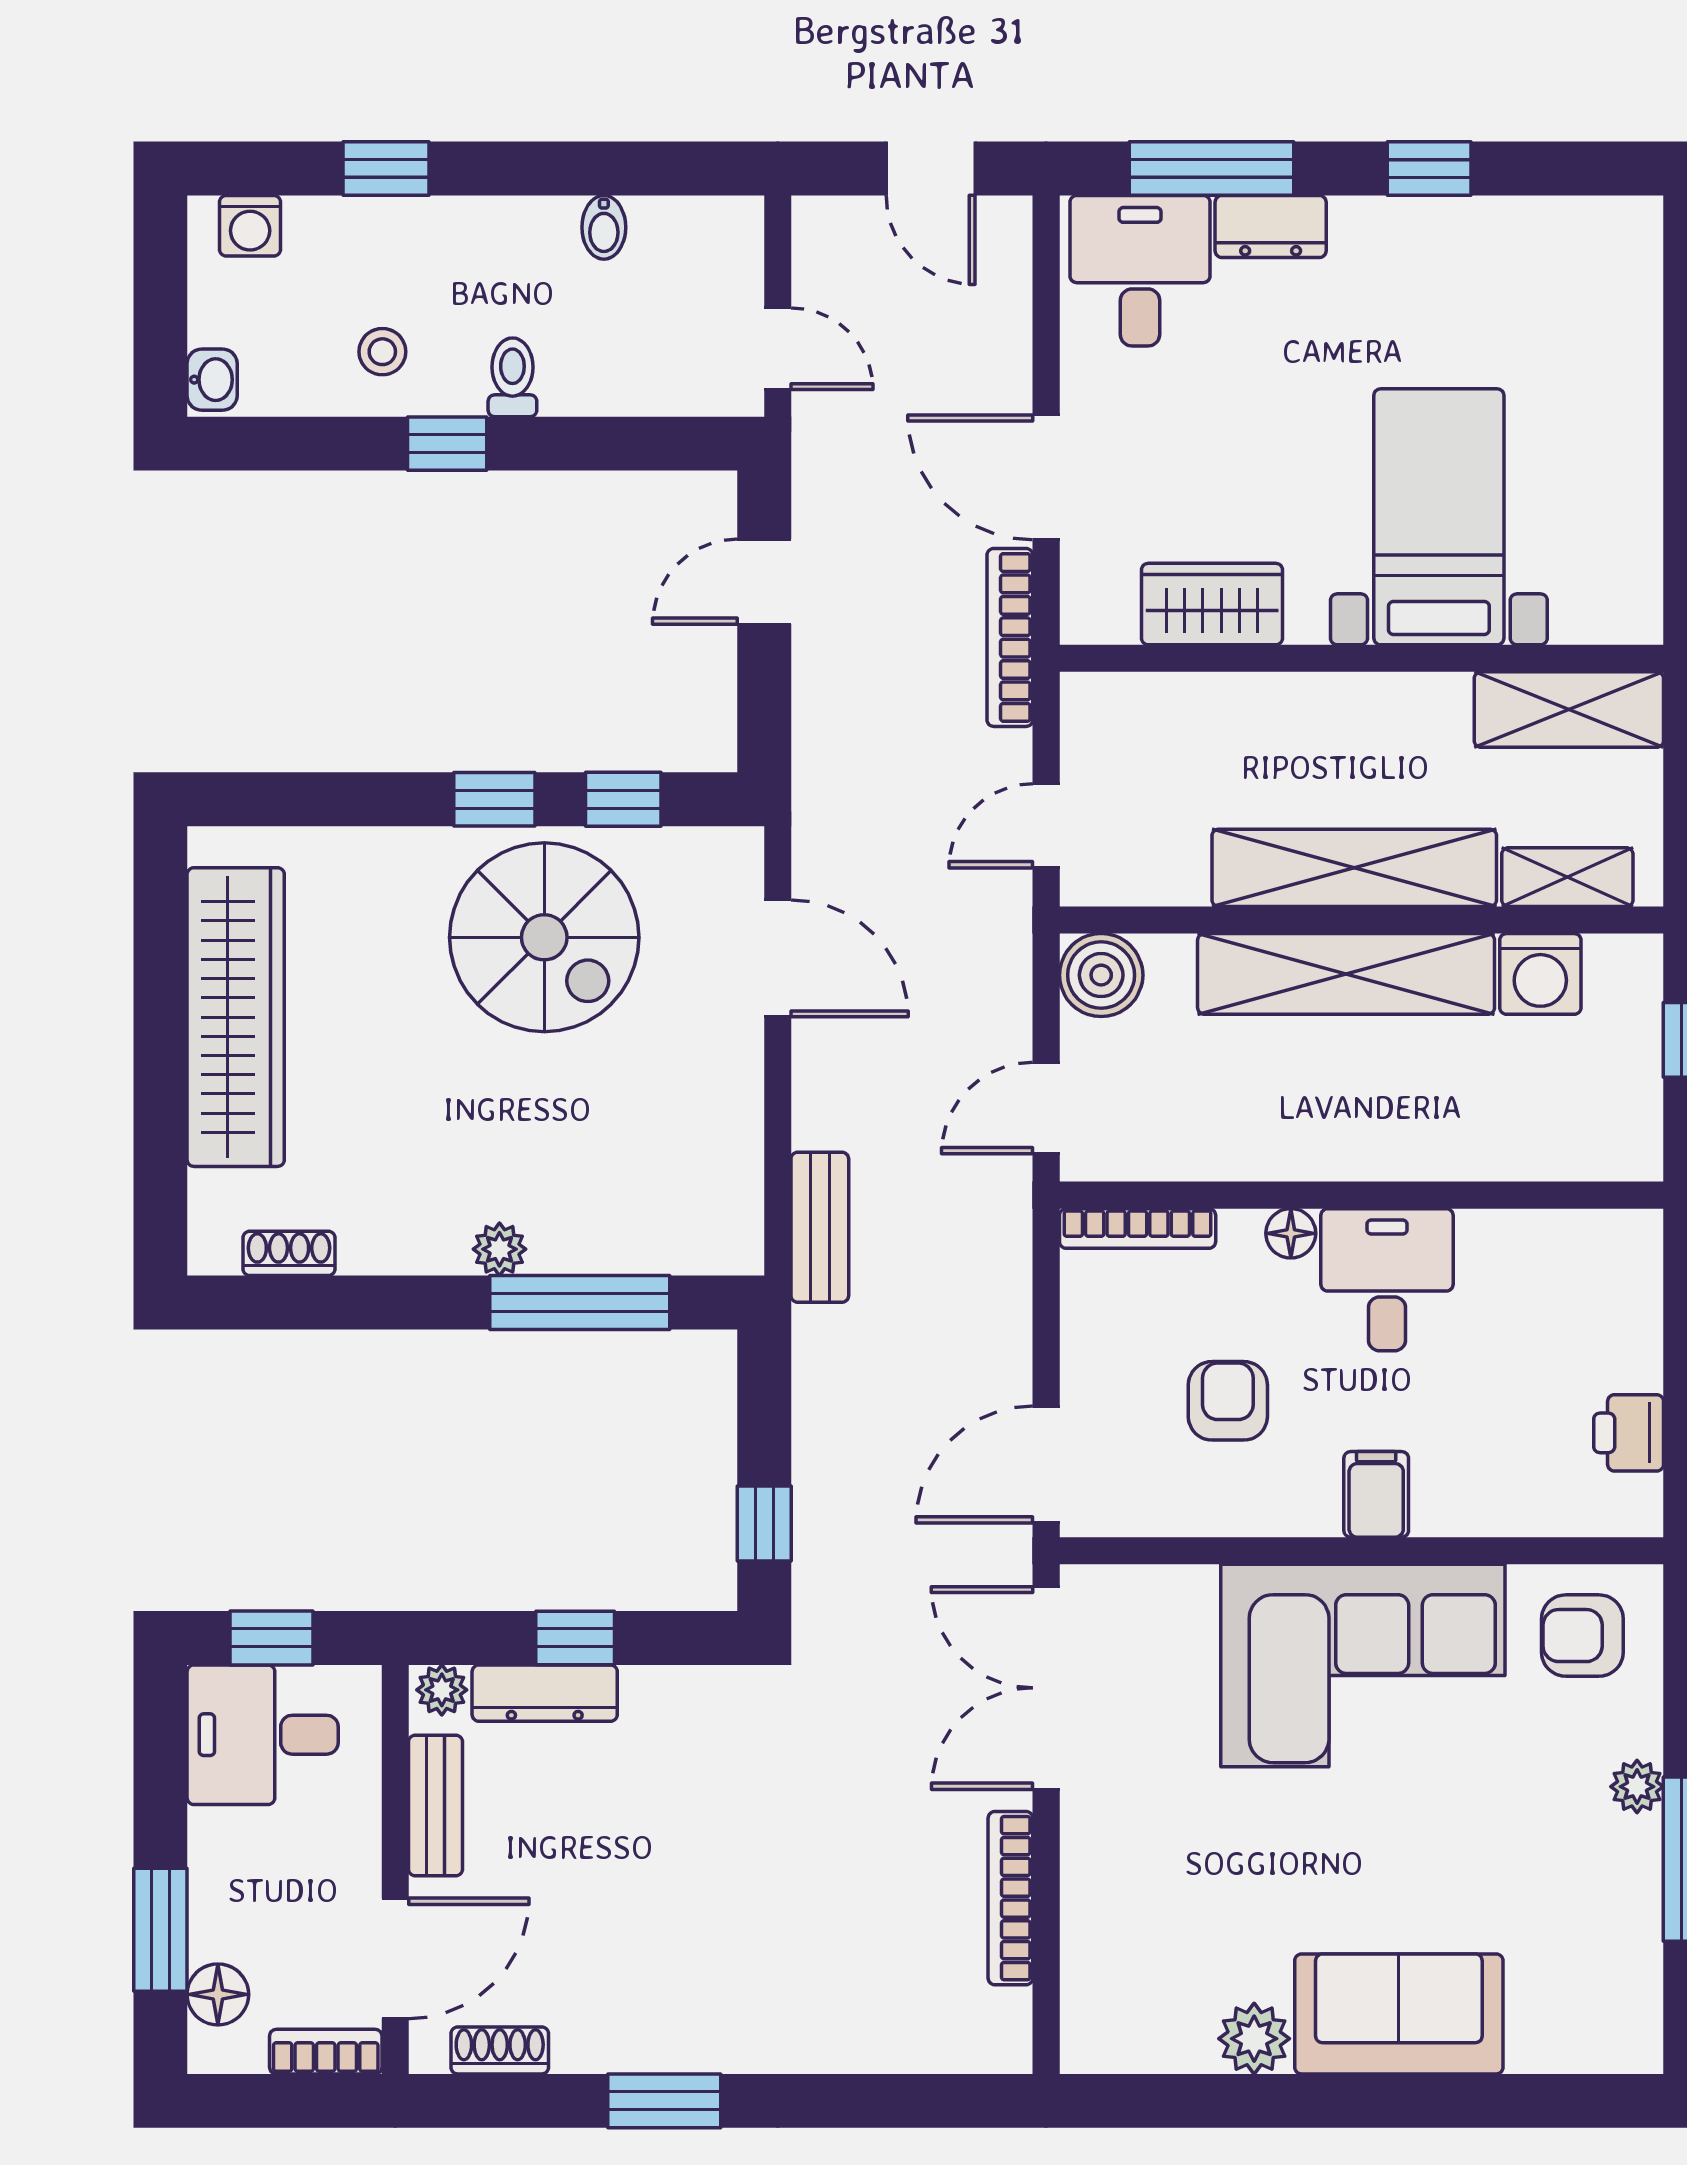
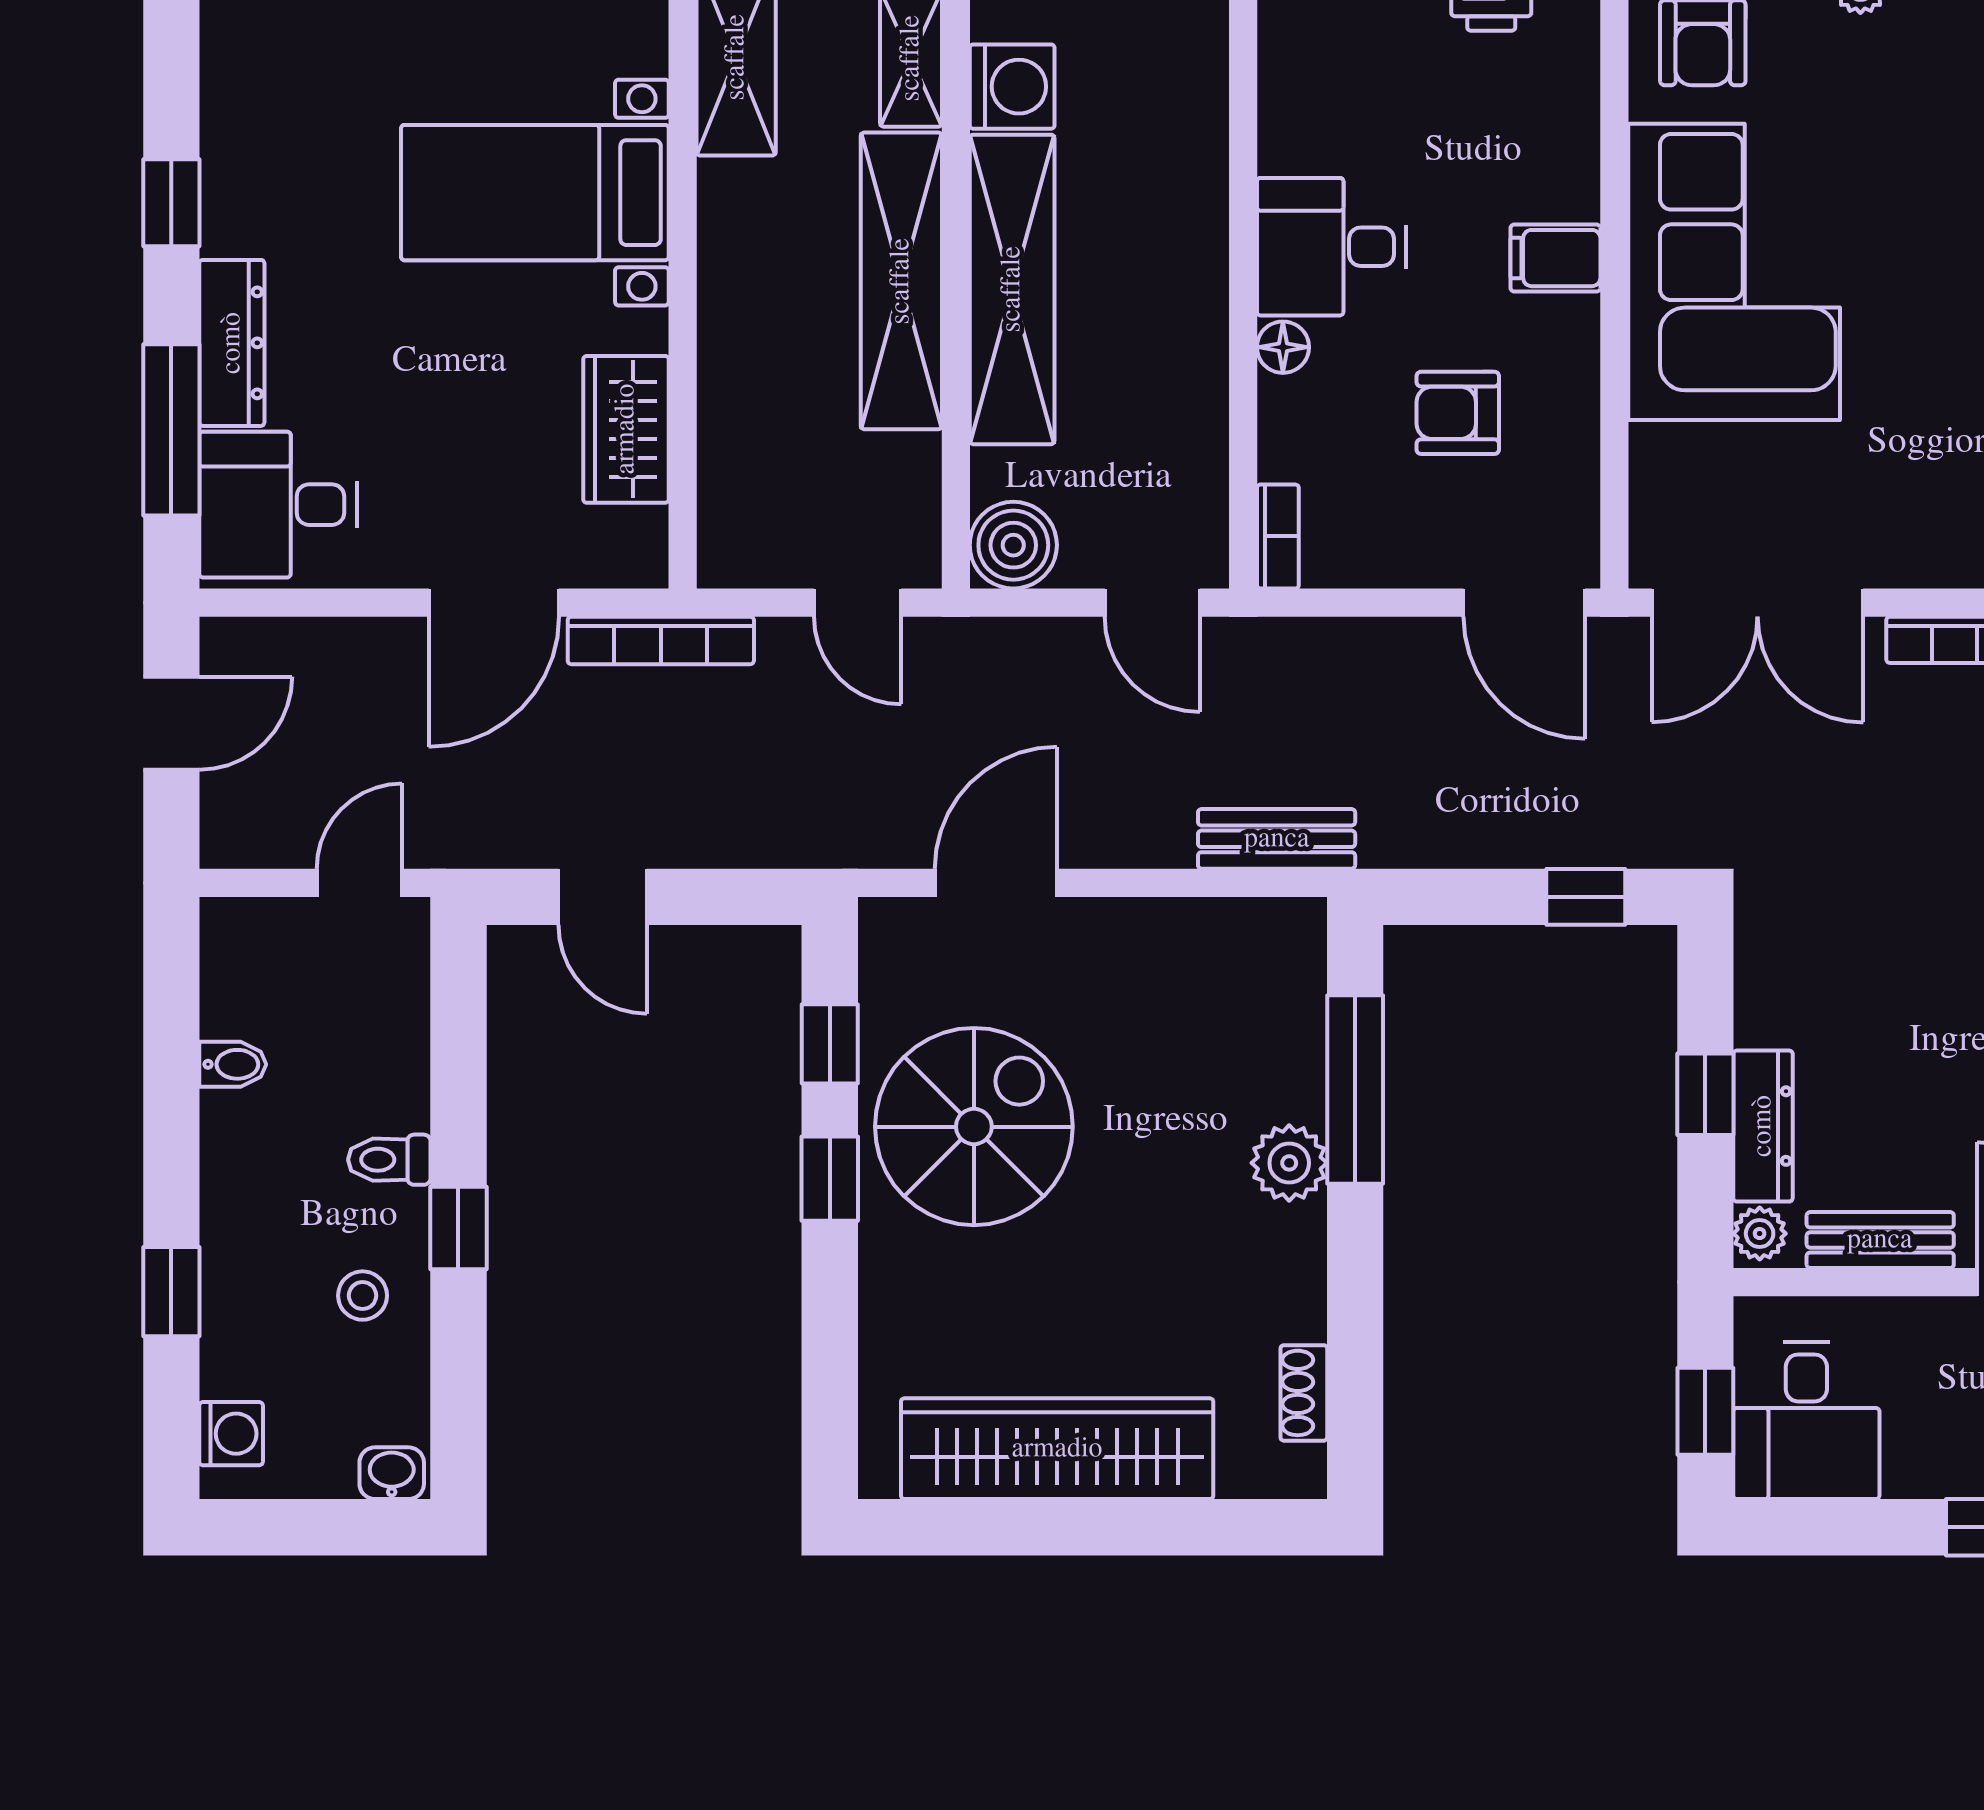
dresser: (1271, 227) -> (232, 343), width x1.44
bookcase: (1138, 1228) -> (1278, 536), width x0.64
plant: (499, 1249) -> (1289, 1163), width x1.38, depth x1.38

